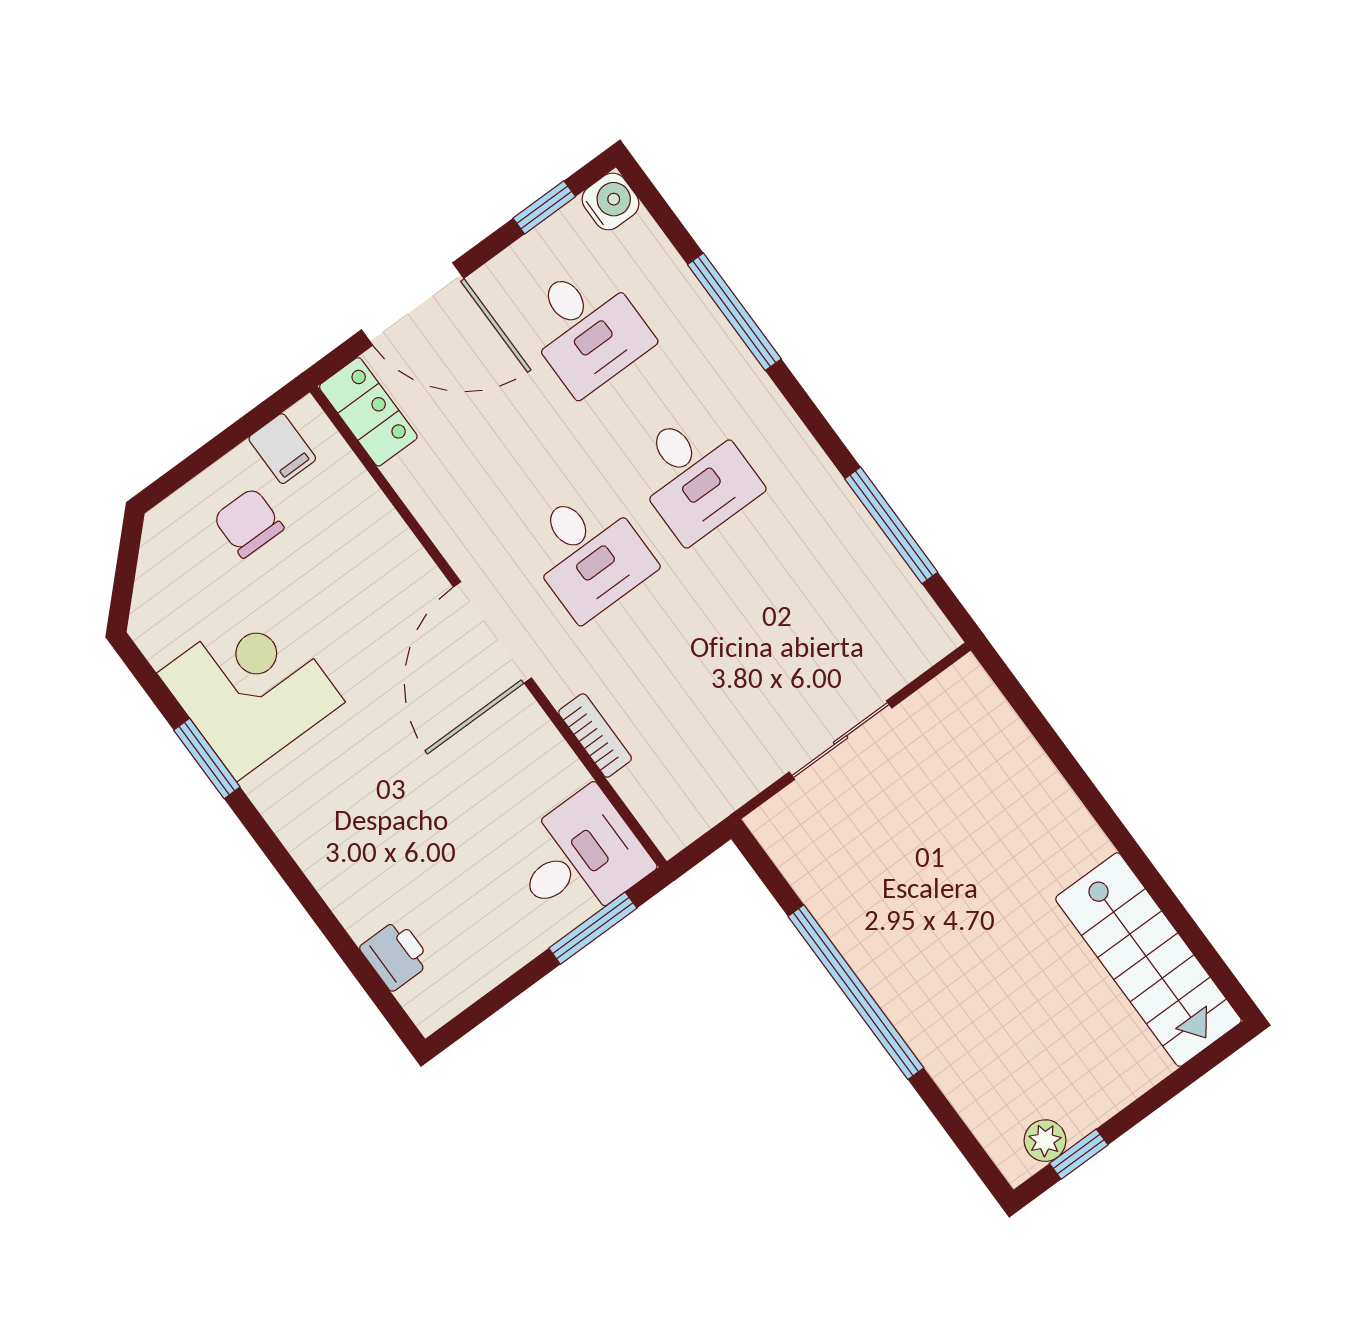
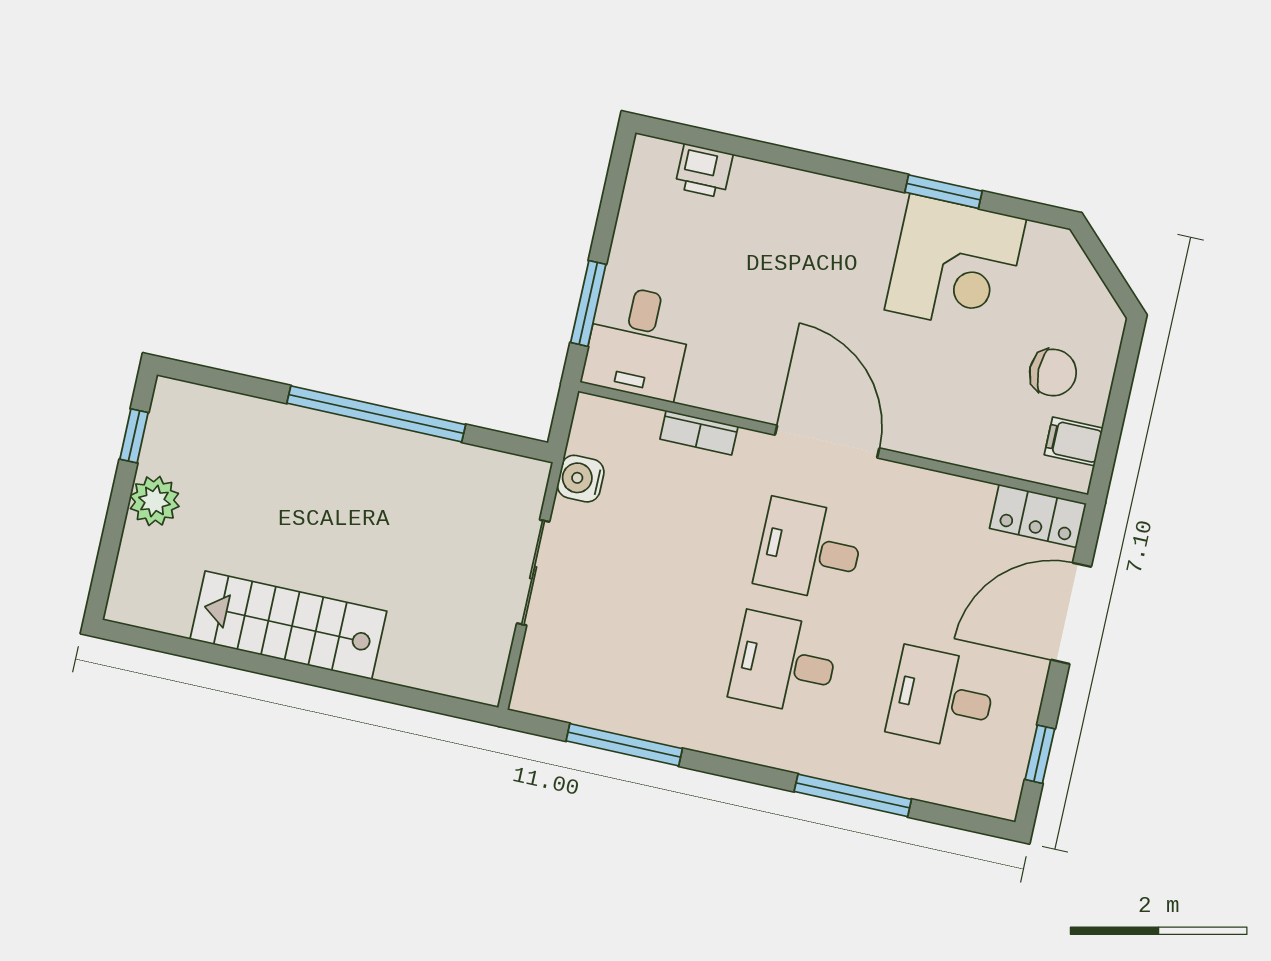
water cooler: (611, 201) -> (581, 479), moved, turned 90
stairs: (1148, 960) -> (288, 625), moved
plant: (1045, 1141) -> (154, 501), moved, width x1.38, depth x1.38

